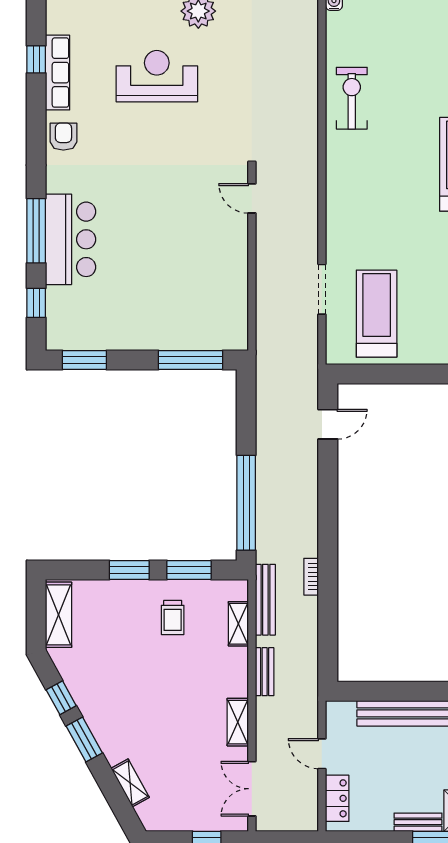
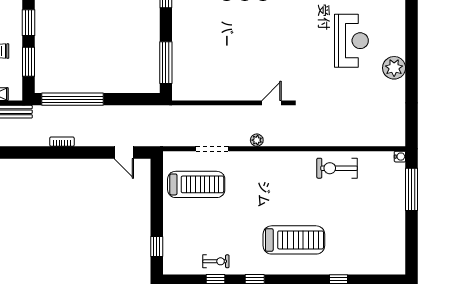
exercise bike: (352, 98) -> (337, 168), turned 180
plant: (309, 221) -> (257, 140), added
bookcase: (311, 577) -> (62, 142), moved

